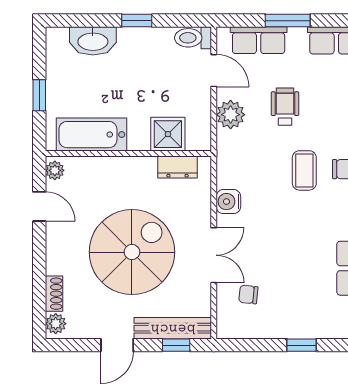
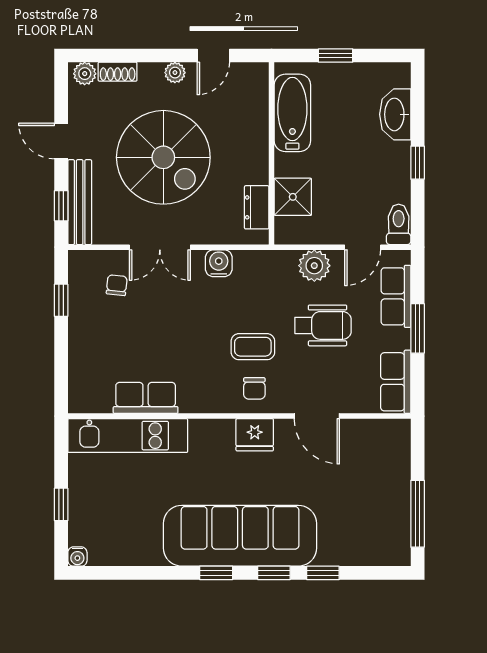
wheelchair: (285, 107) -> (323, 325), width x1.36, depth x1.37
plant: (55, 170) -> (175, 73), moved
window: (302, 345) -> (61, 300), moved

